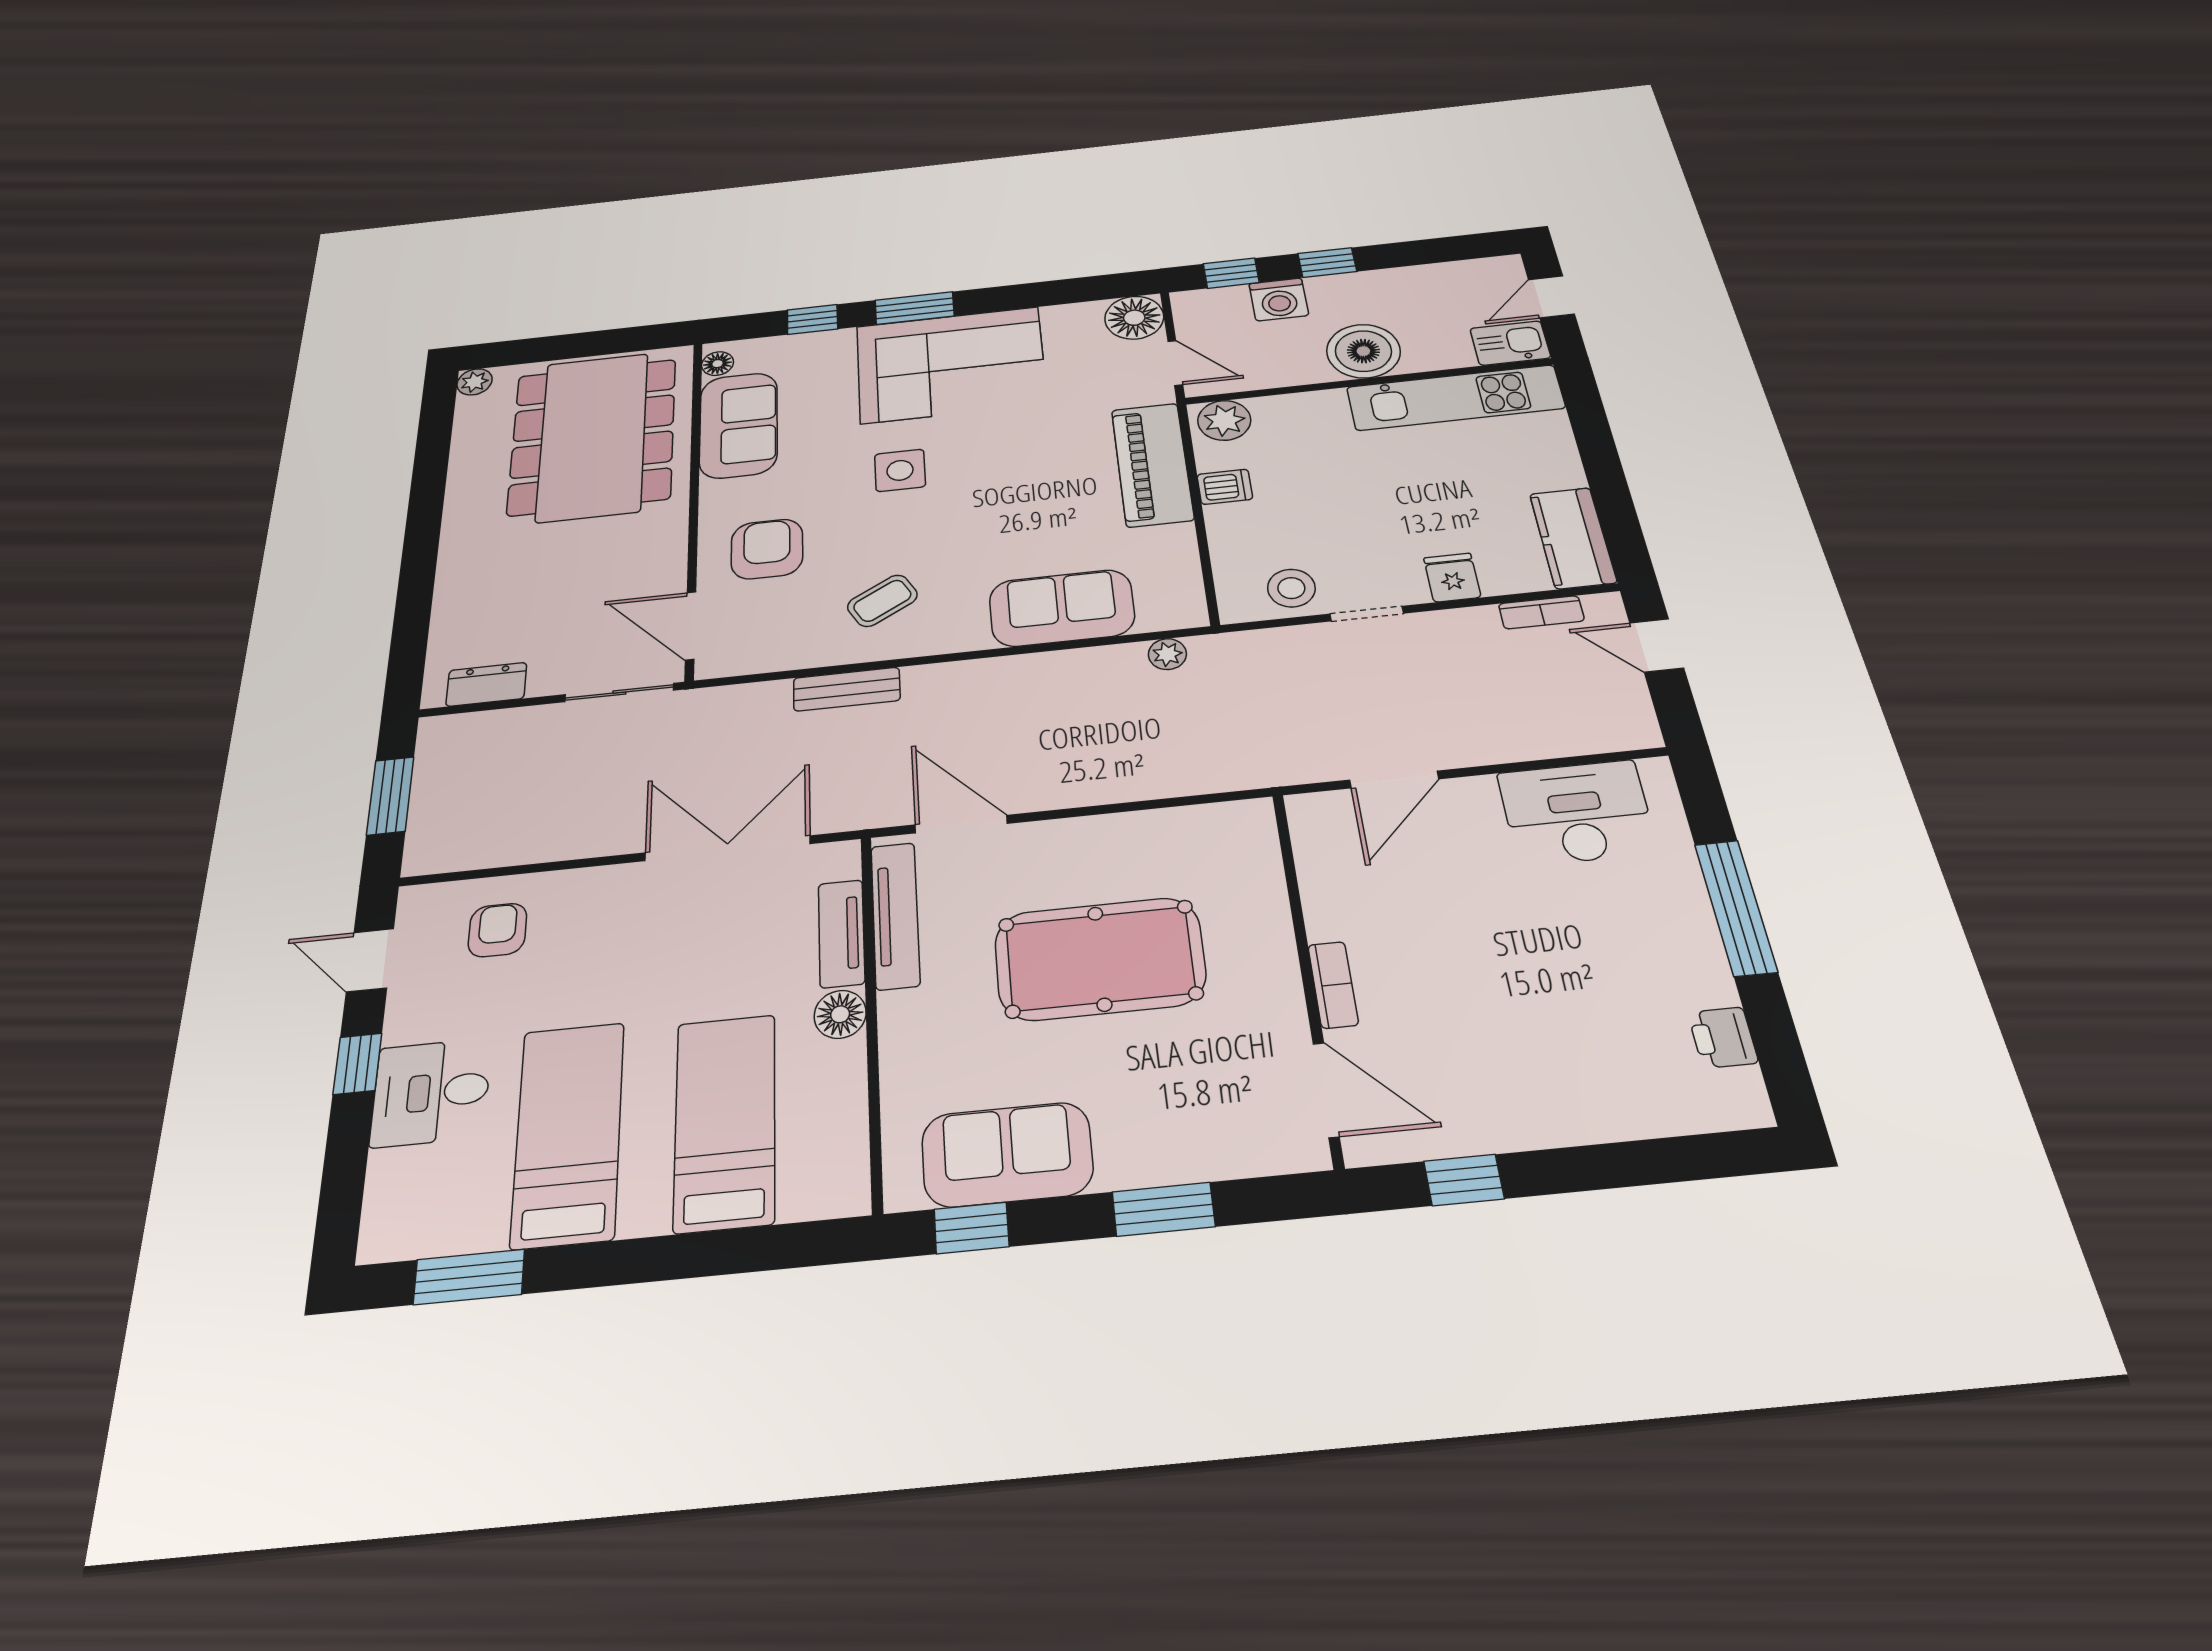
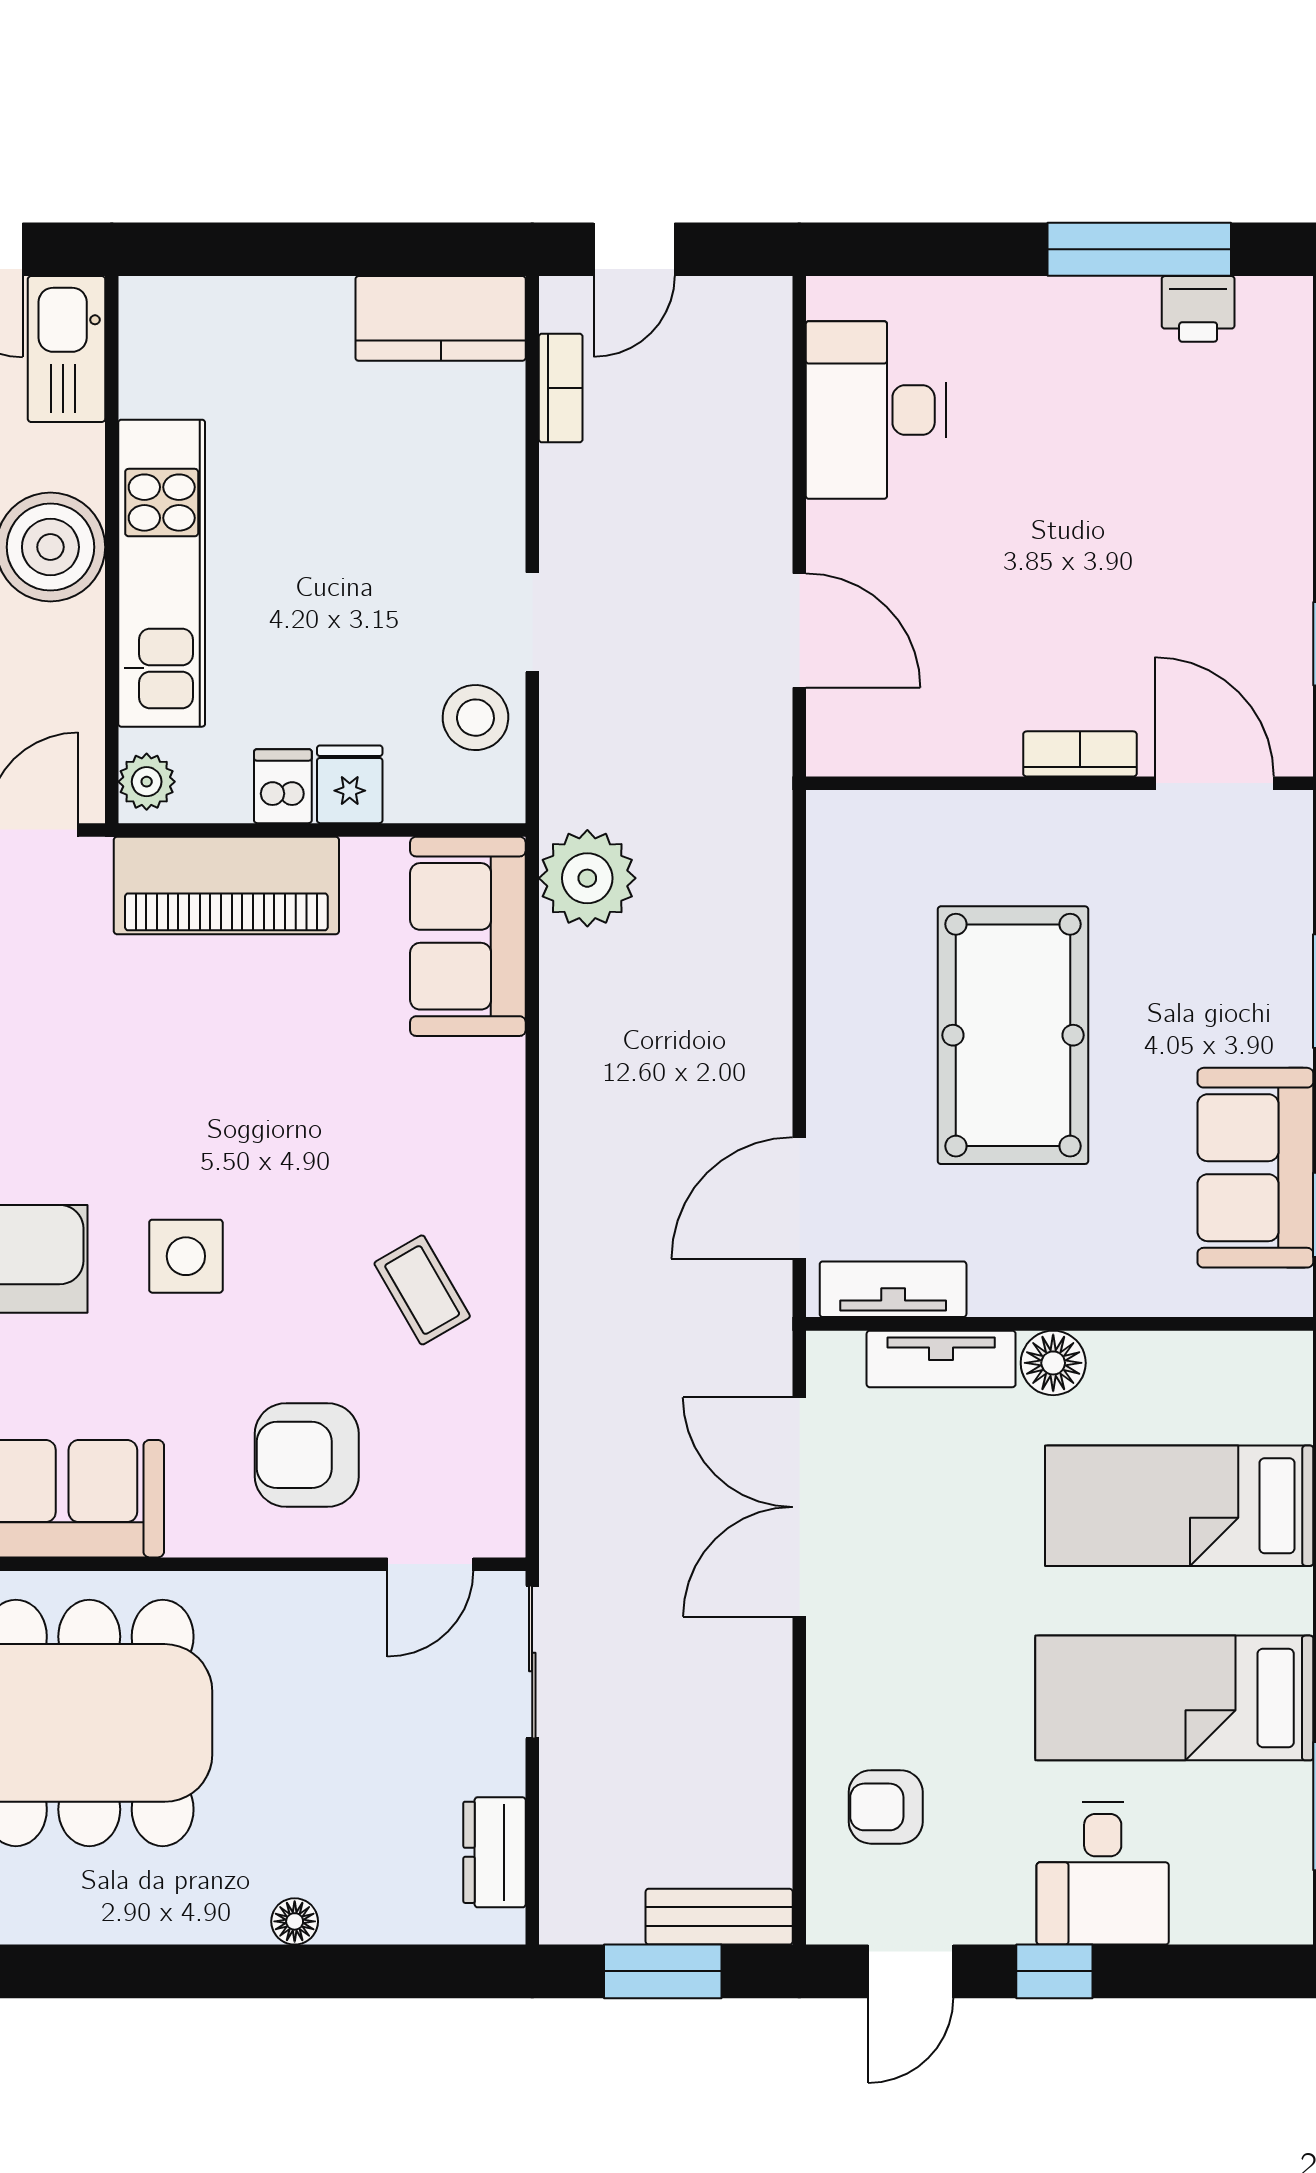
kitchen sink: (1510, 343) -> (66, 349), width x1.38
kitchen unit: (1455, 398) -> (162, 573), moved
plant: (1224, 420) -> (147, 782), width x0.73, depth x0.73
floor lamp: (450, 576) -> (295, 1921), added
fridge: (1452, 578) -> (350, 784), moved, turned 90
sofa: (1062, 608) -> (468, 936), moved
door: (691, 626) -> (430, 1564), width x0.73
plant: (1167, 654) -> (587, 878), width x1.87, depth x1.87
bench: (847, 689) -> (719, 1917), moved, turned 90
window: (1736, 907) -> (1139, 249), moved
tv unit: (895, 915) -> (893, 1289), width x0.71
door: (1326, 1090) -> (1214, 783), hinge flipped

